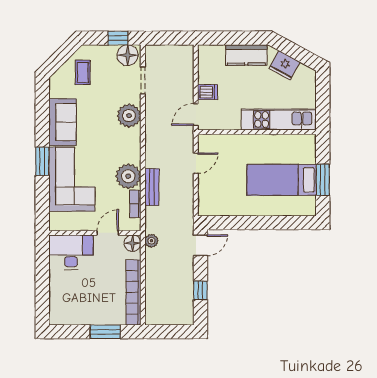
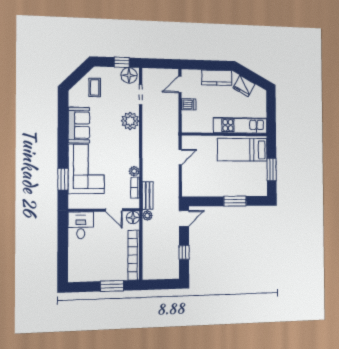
door: (196, 115) -> (180, 84), moved
window: (42, 161) -> (63, 179), moved
plant: (128, 176) -> (134, 171), width x0.53, depth x0.53
bed: (281, 180) -> (242, 150), moved
bench: (152, 187) -> (148, 196), moved
window: (271, 223) -> (235, 201), added
door: (108, 233) -> (114, 210), swing flipped
desk: (71, 252) -> (81, 225), width x0.73

